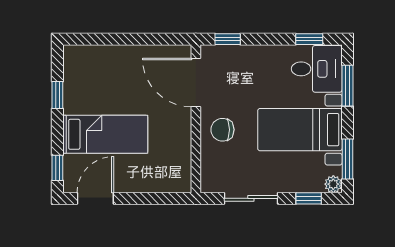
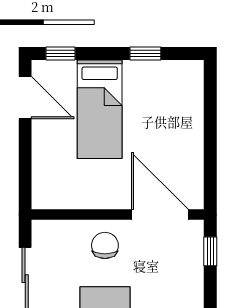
door: (196, 82) -> (160, 215), hinge flipped

